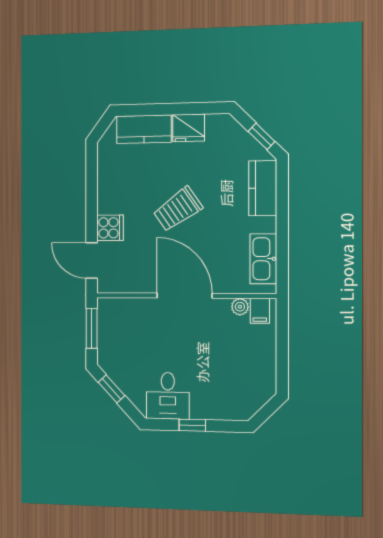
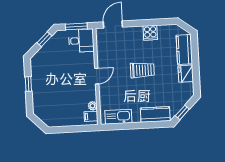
trolley: (178, 209) -> (142, 70), turned 125
cooker: (110, 228) -> (150, 33), moved
door: (184, 296) -> (97, 76), width x0.53
desk: (168, 396) -> (81, 41), moved, turned 180

